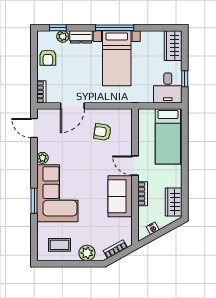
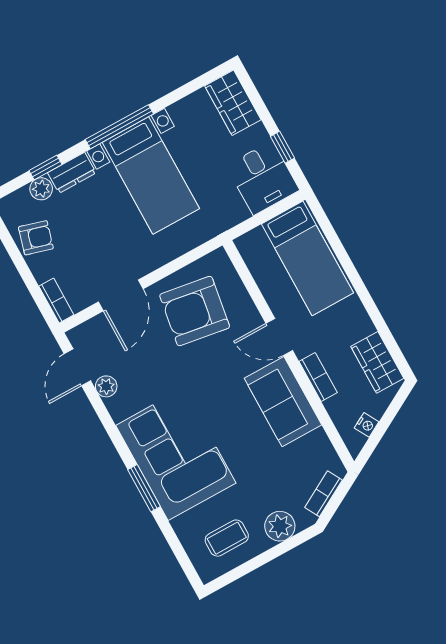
window: (58, 28) -> (45, 167), moved
armchair: (48, 58) -> (36, 238), turned -74
door: (34, 128) -> (77, 367), hinge flipped
armchair: (102, 132) -> (195, 311), width x1.88, depth x1.88
plant: (42, 158) -> (106, 386), moved

